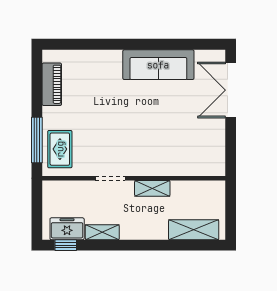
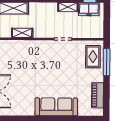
sofa: (158, 65) -> (56, 107), moved
shelving: (152, 188) -> (22, 33), moved

